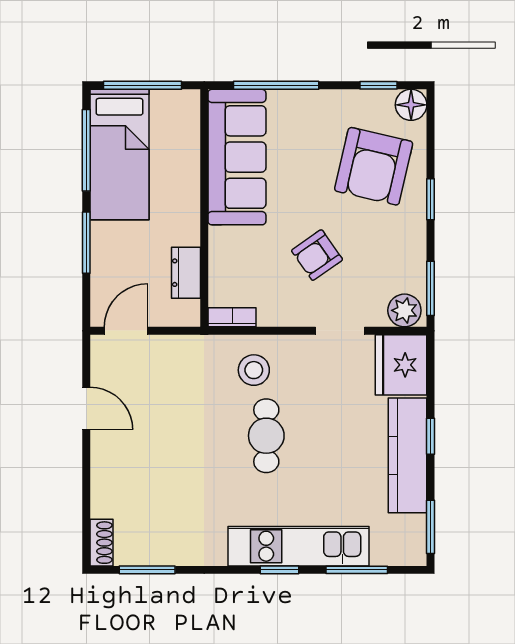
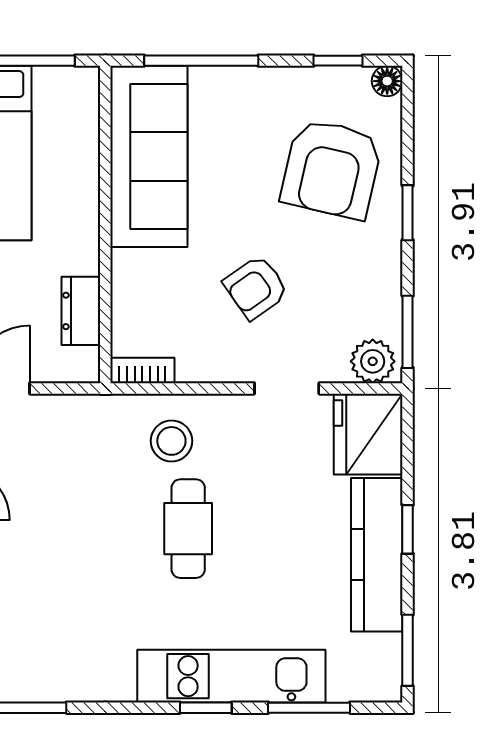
floor lamp: (411, 105) -> (387, 81), width x0.73, depth x0.73

